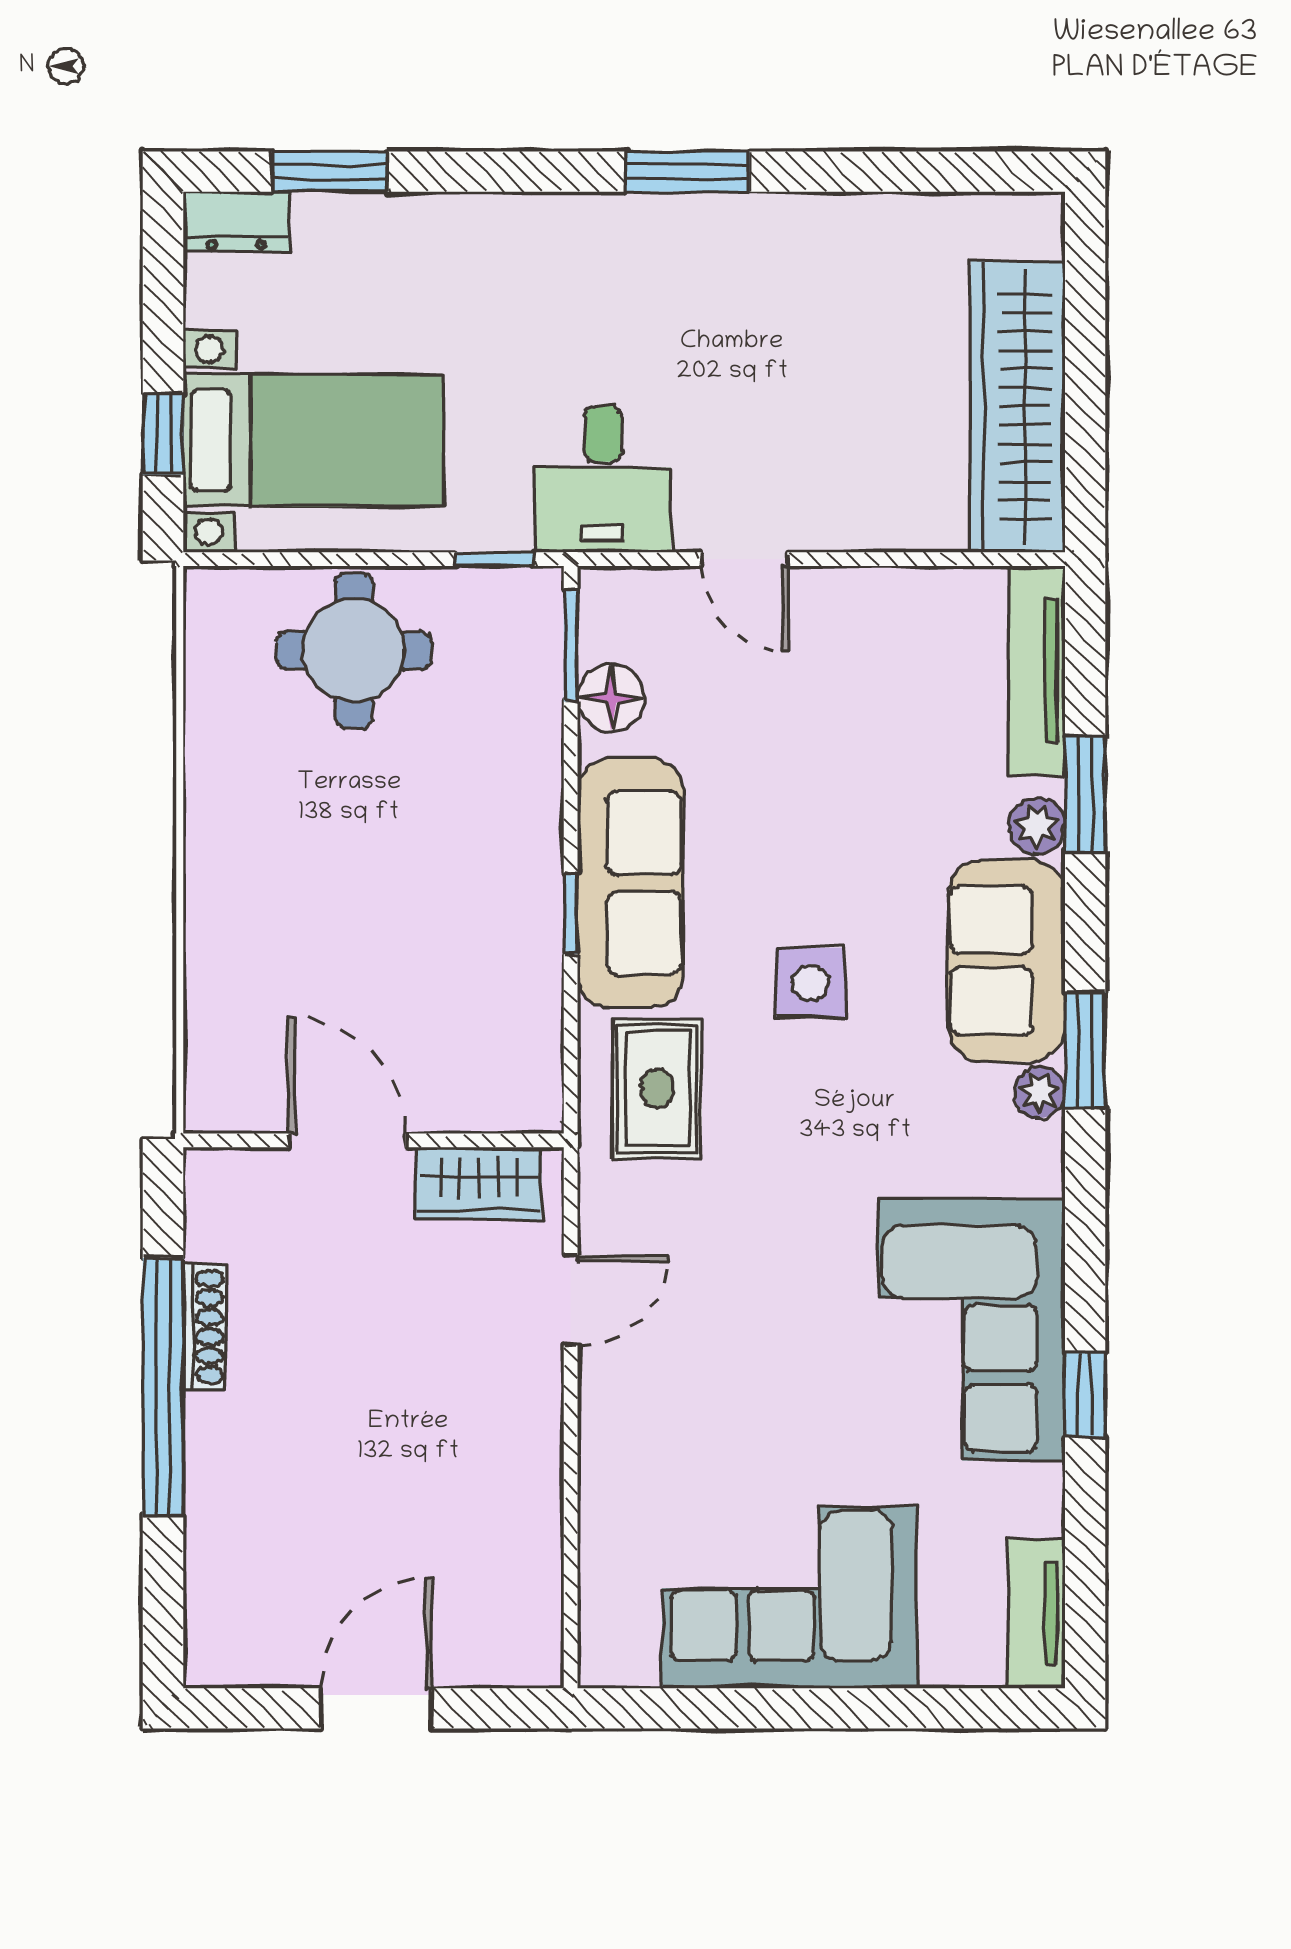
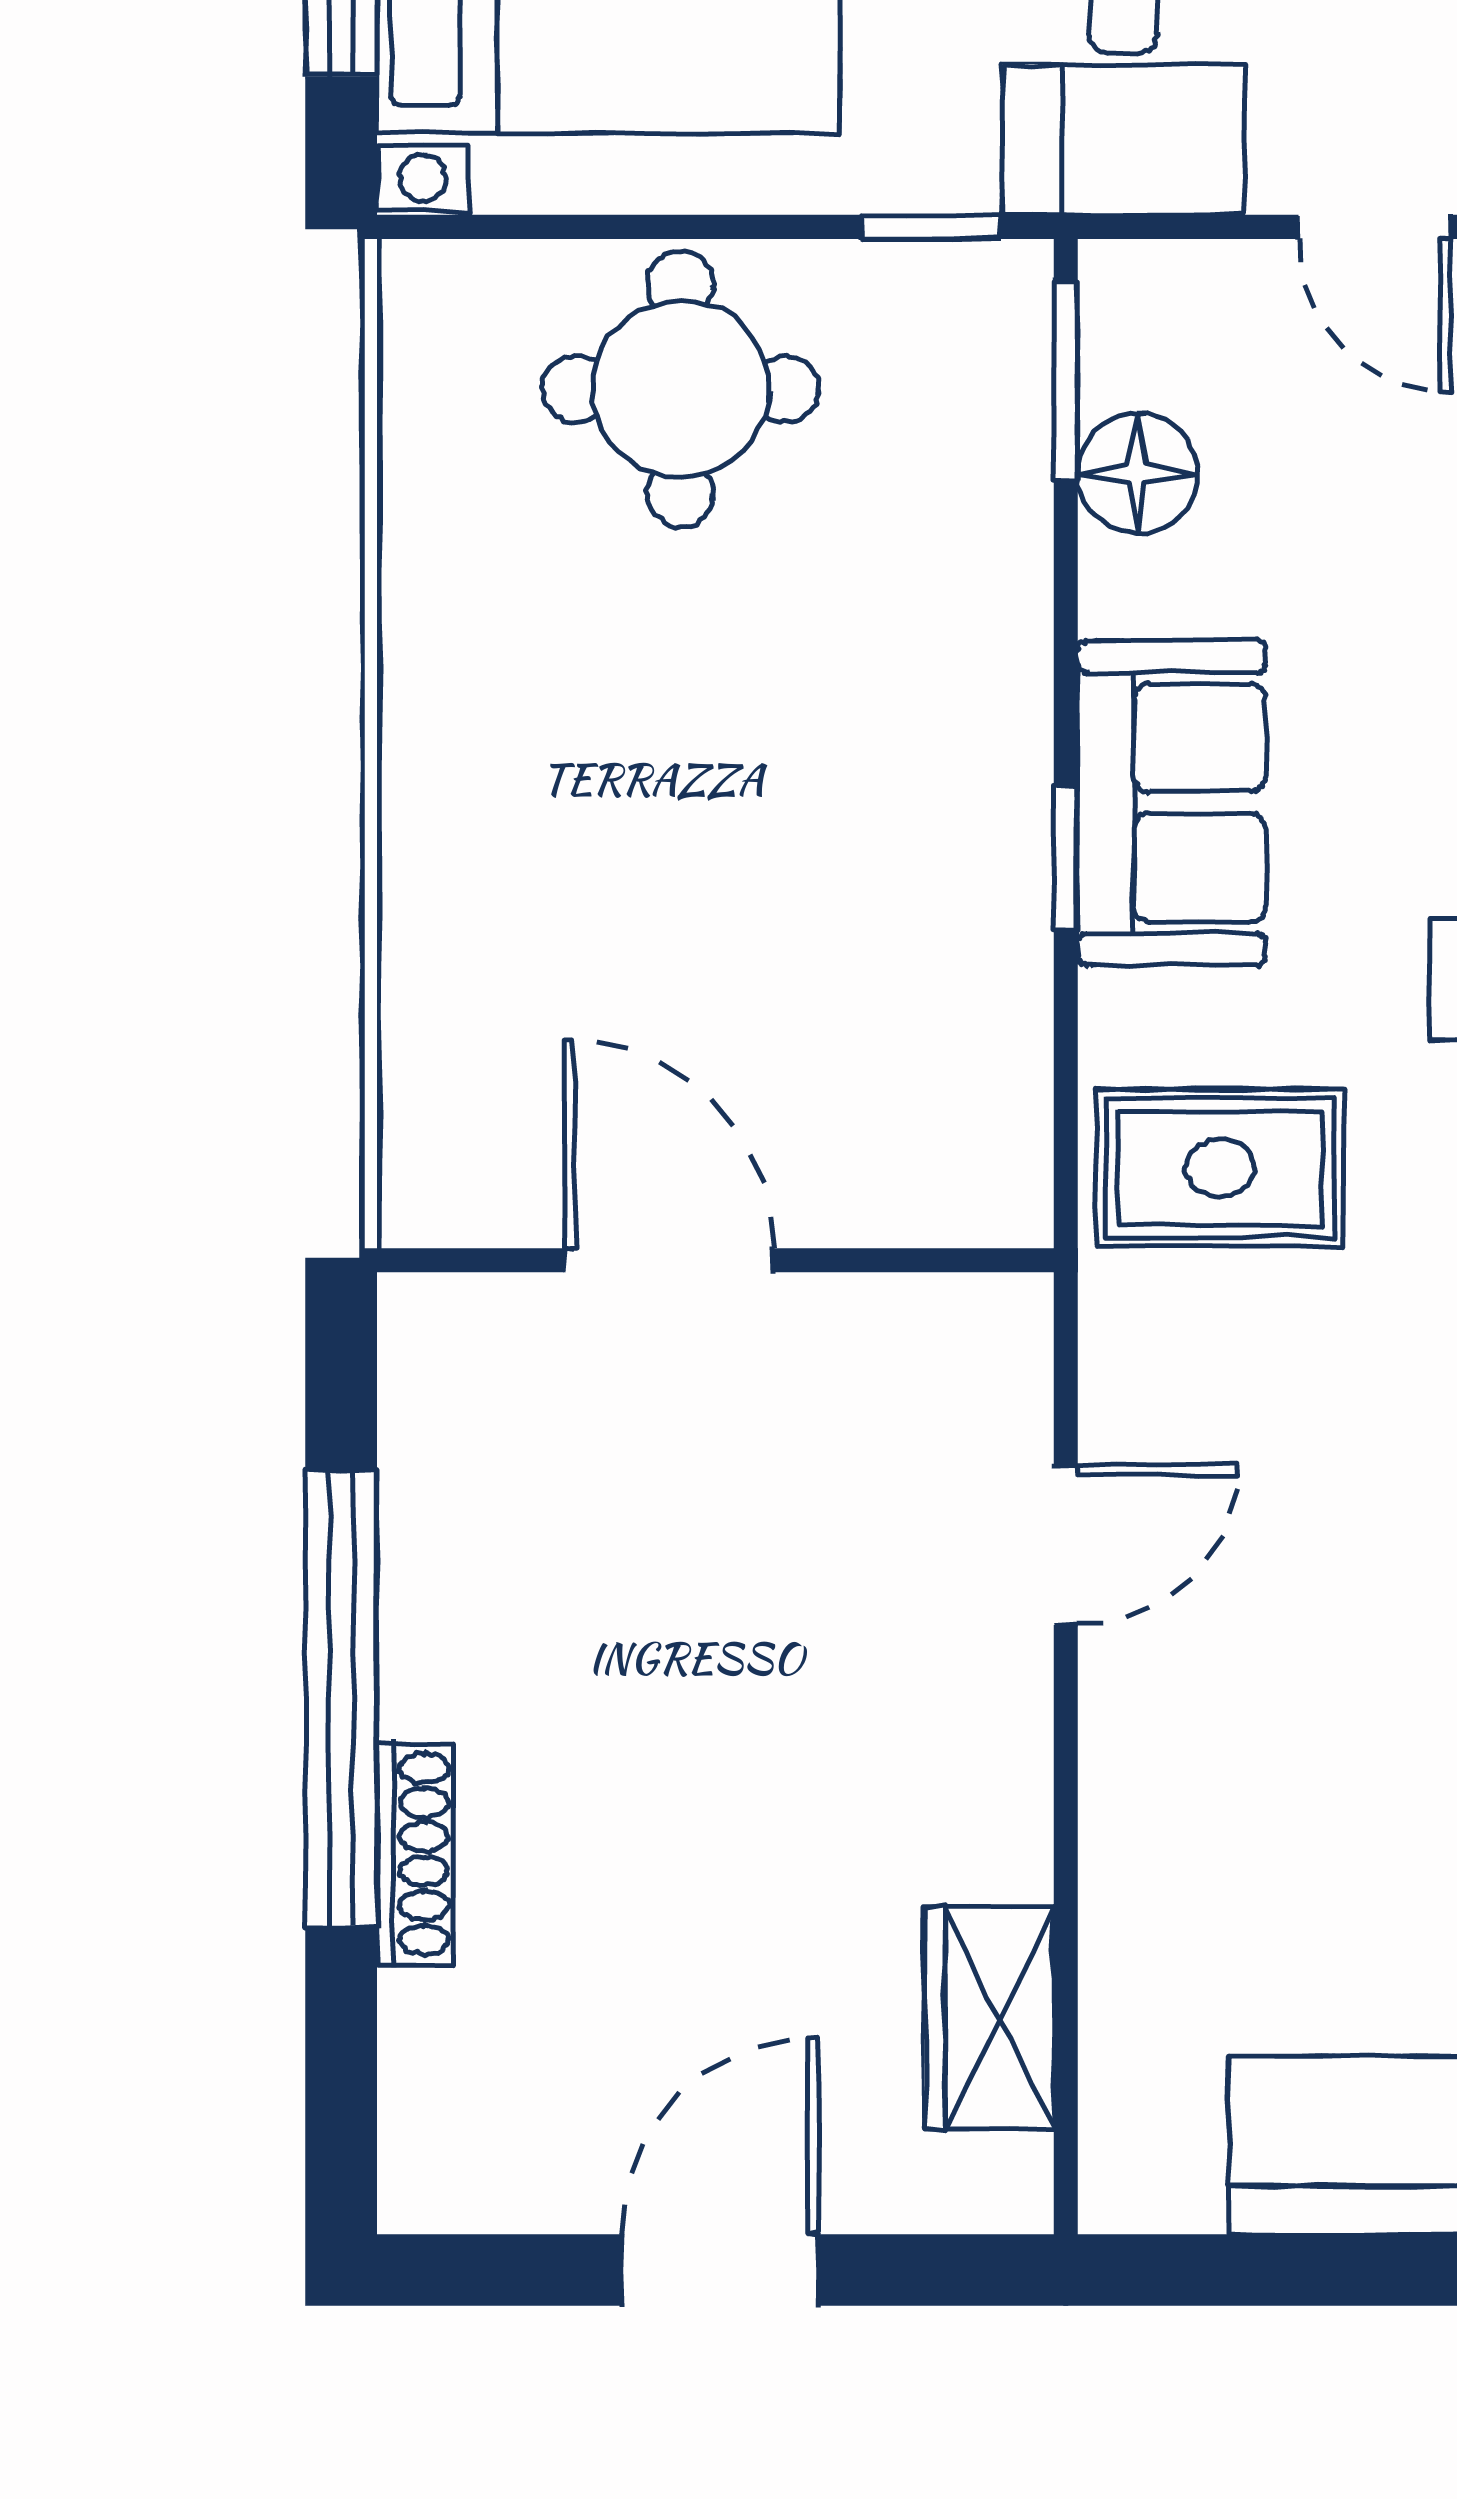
sofa: (630, 883) -> (1172, 803), width x0.73
rug: (657, 1088) -> (1220, 1168), turned 90
wardrobe: (479, 1183) -> (989, 2018), moved, turned 90
shoe rack: (205, 1327) -> (415, 1854), moved

